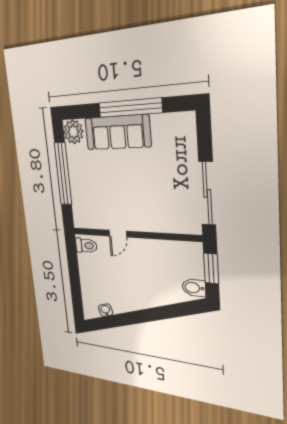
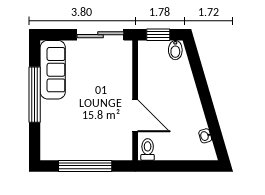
plant: (73, 132) -> (50, 150), removed
sofa: (117, 132) -> (53, 70), moved
door: (118, 234) -> (135, 116), width x1.87

